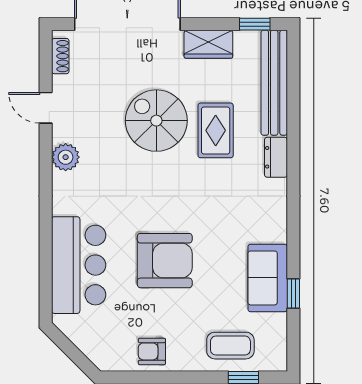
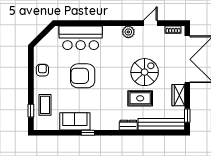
armchair: (165, 261) -> (83, 76), turned 90
window: (293, 293) -> (88, 133), moved

